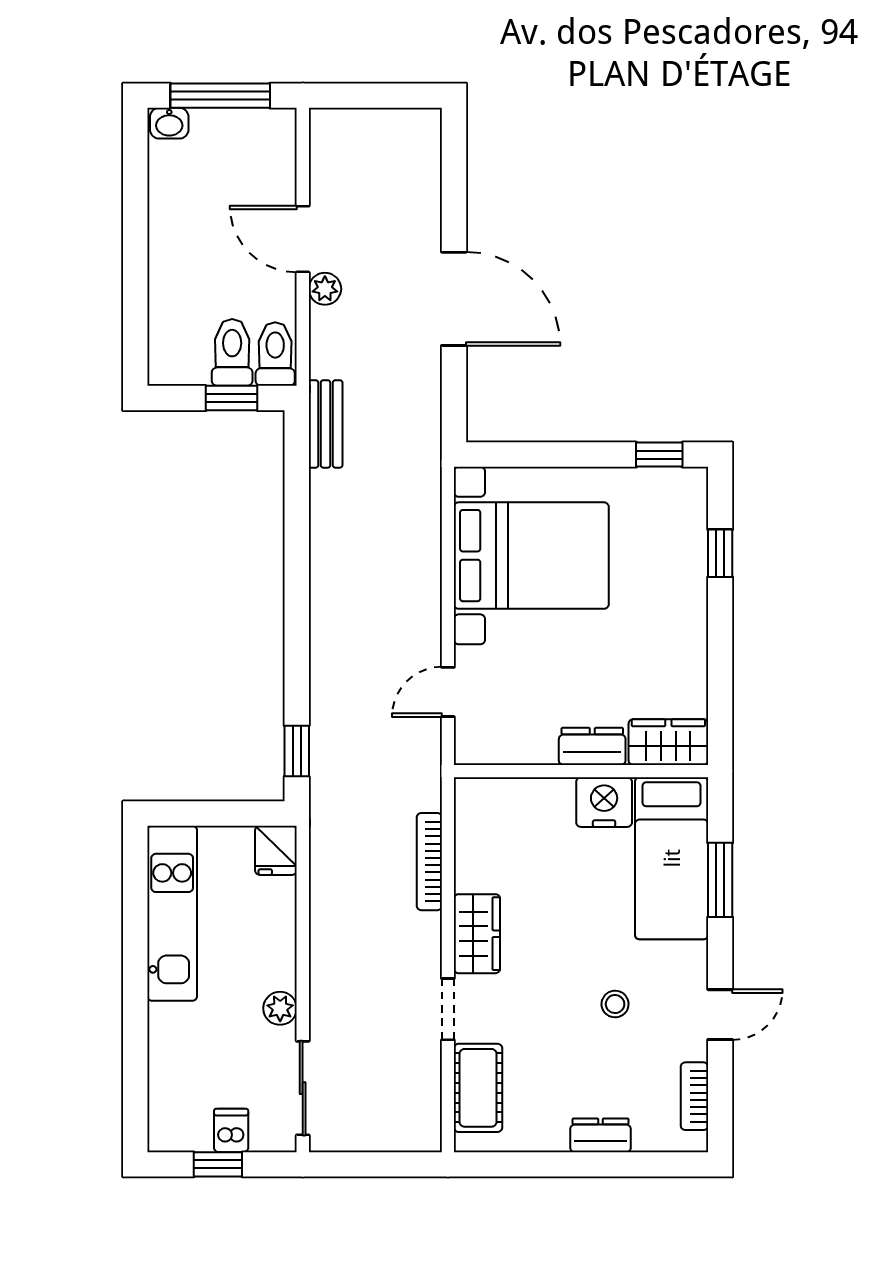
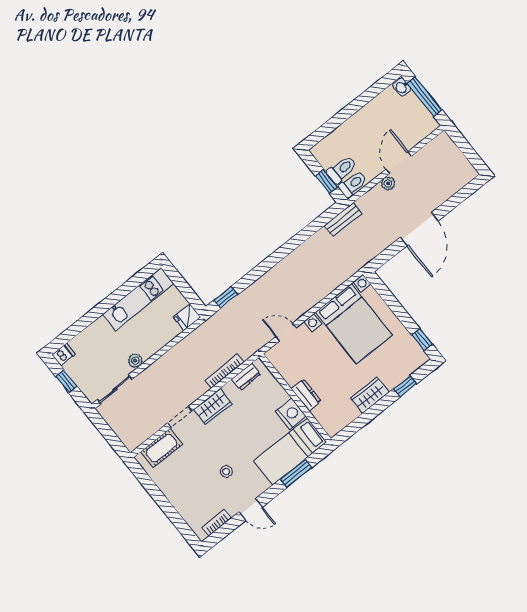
wardrobe: (668, 742) -> (370, 395), moved, turned -90
dishwasher: (231, 1130) -> (63, 354), moved
dresser: (601, 1135) -> (246, 376), moved, turned 90

